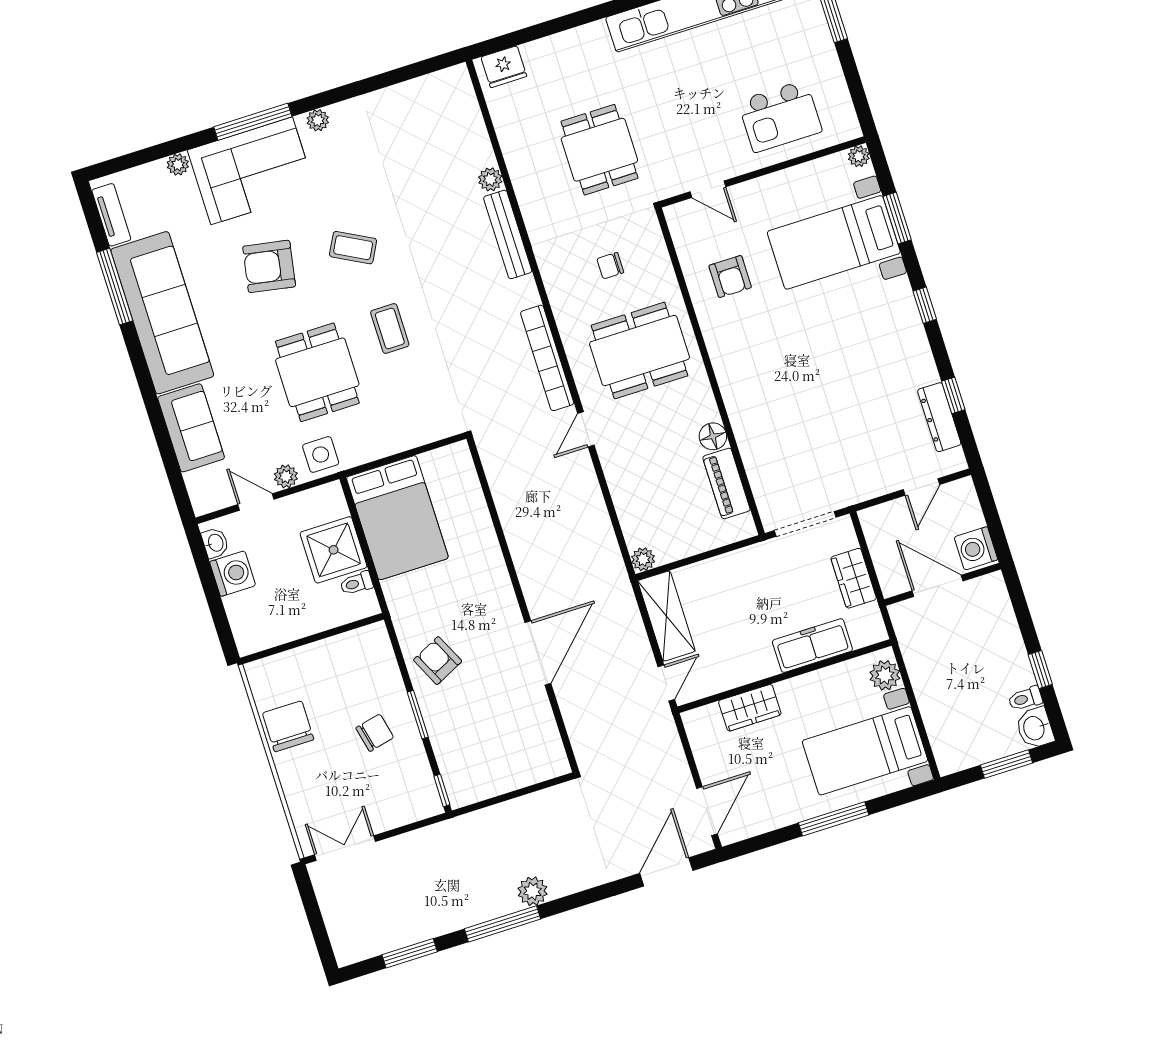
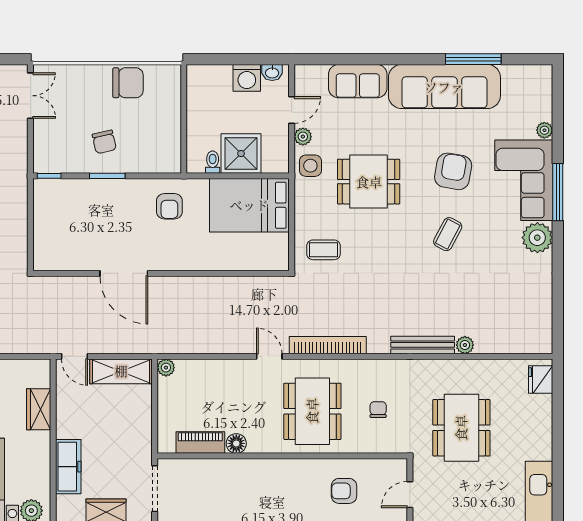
plant: (318, 120) -> (537, 238), width x1.87, depth x1.87
dining table: (599, 150) -> (461, 428), width x1.38
tv unit: (111, 215) -> (524, 73), removed
coffee table: (390, 328) -> (324, 250), moved
armchair: (438, 661) -> (169, 206), moved, turned 116

